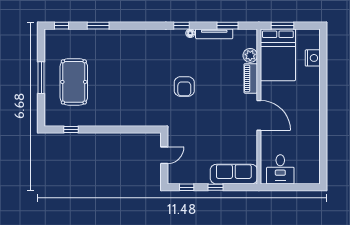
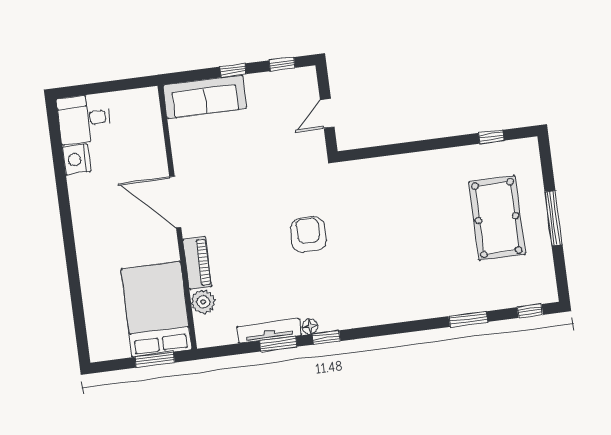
window: (228, 26) -> (278, 344), moved
nightstand: (313, 58) -> (77, 159), moved
desk: (280, 169) -> (84, 119), moved, turned -90

